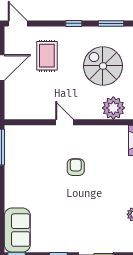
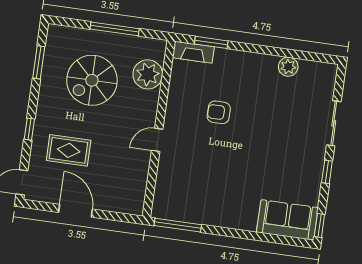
window: (74, 23) -> (29, 129), moved
armchair: (76, 167) -> (219, 112), moved

